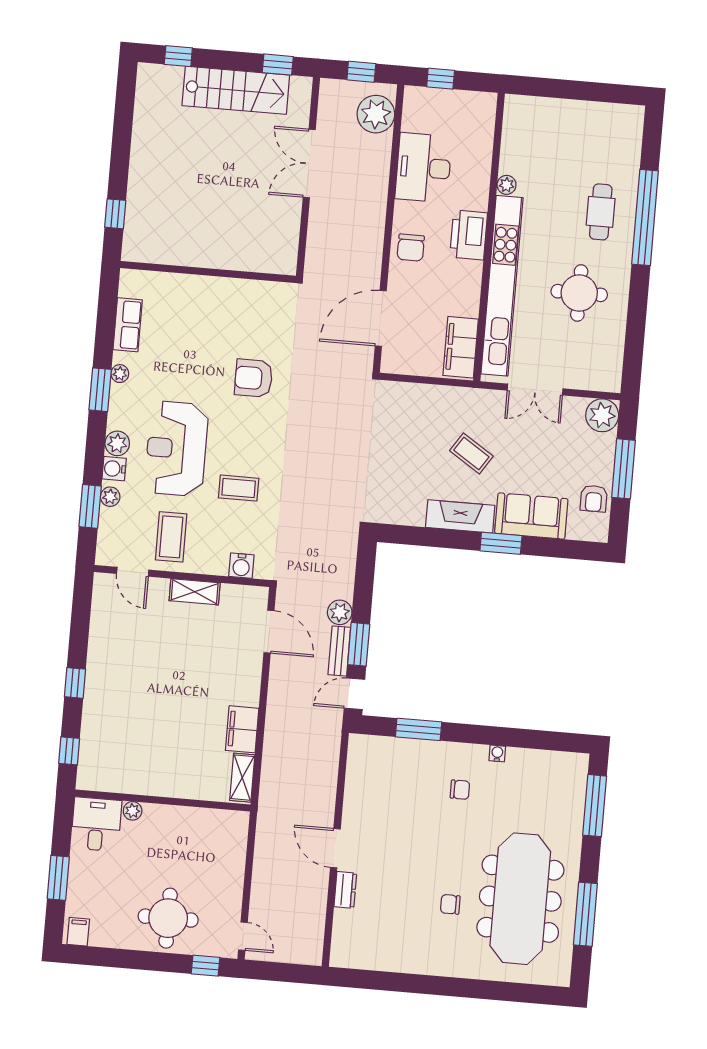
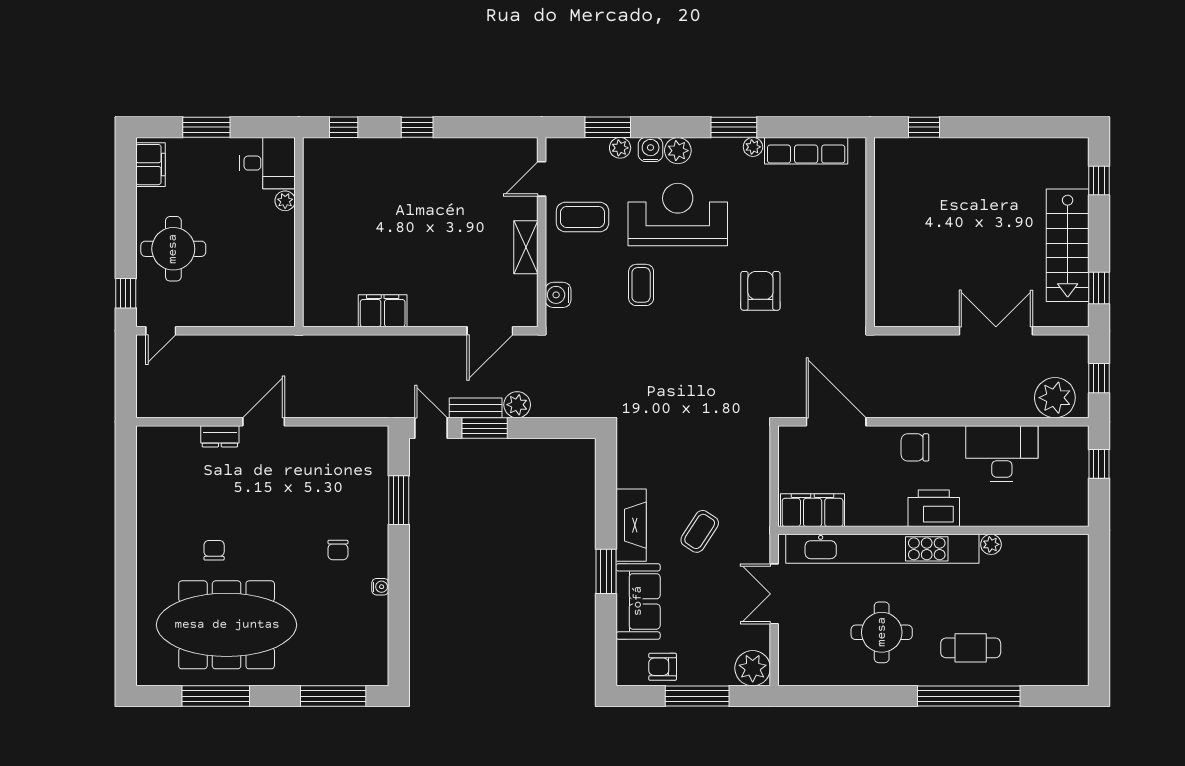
row of seats: (128, 325) -> (806, 151), width x1.48
shelving: (242, 778) -> (331, 315), removed
filing cabinet: (78, 932) -> (150, 165), width x2.00

